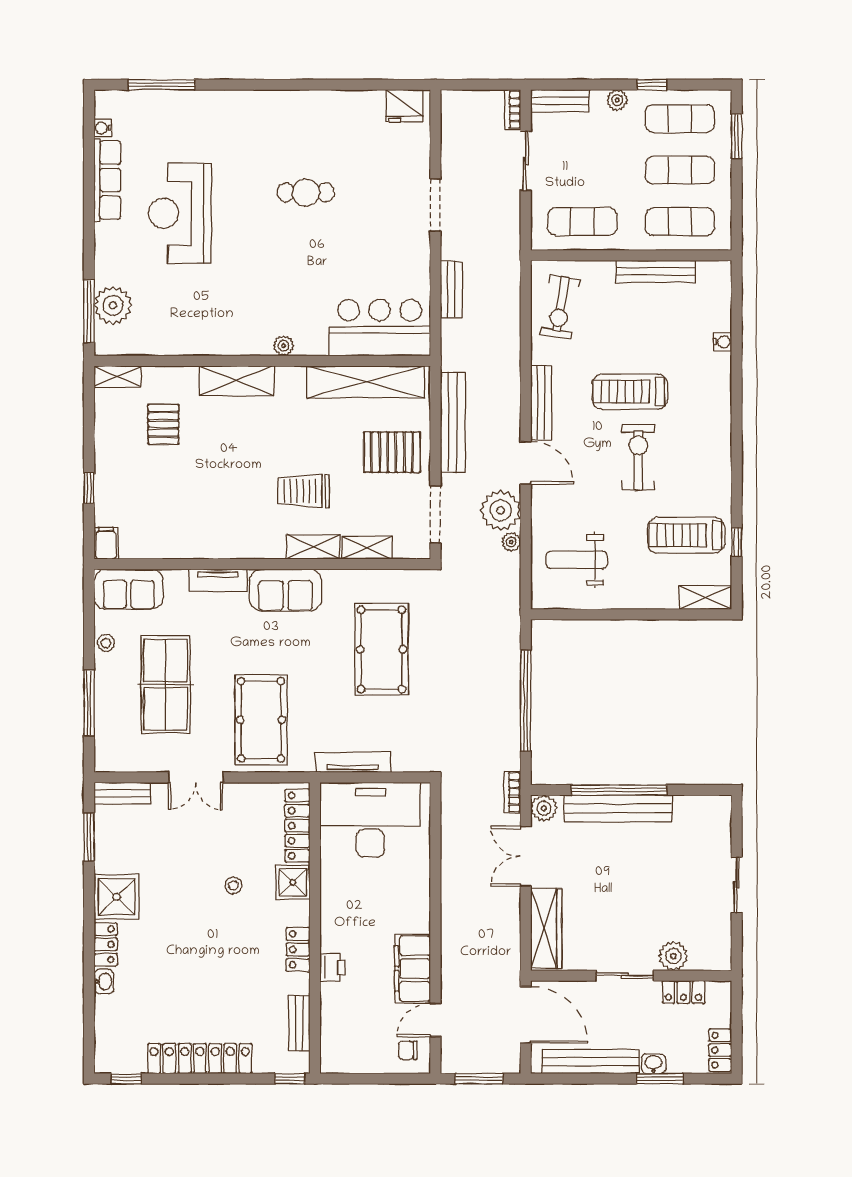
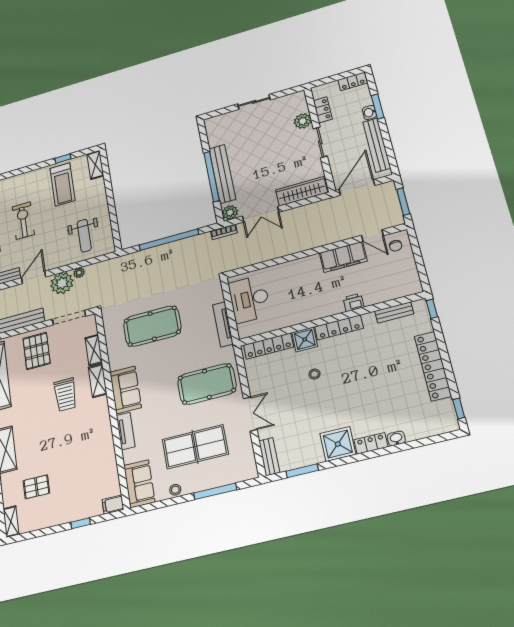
exercise bike: (638, 457) -> (23, 221), turned 90
desk: (370, 820) -> (250, 299), width x0.73, depth x0.77
locker: (298, 949) -> (339, 327), width x1.53

